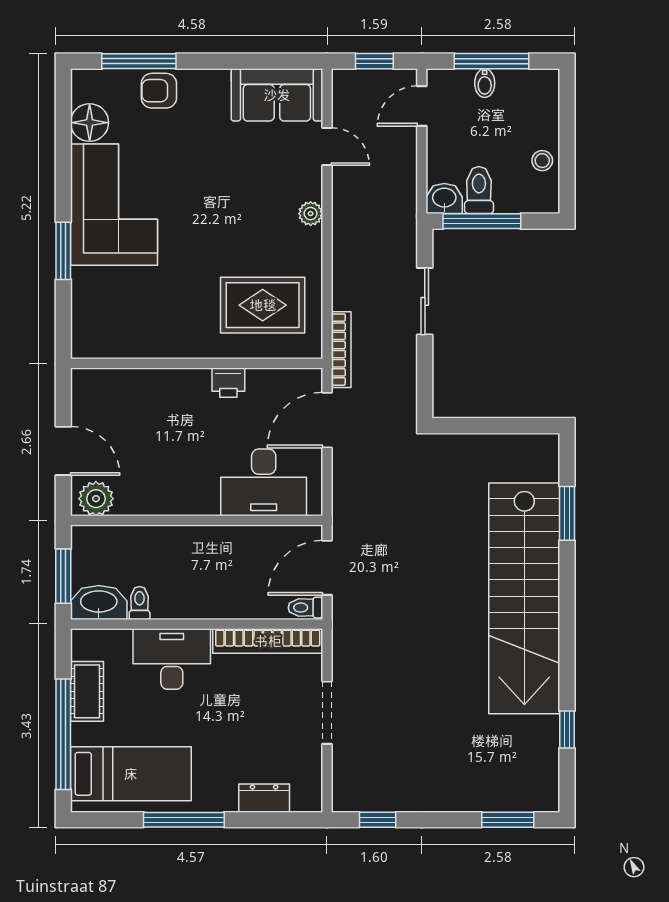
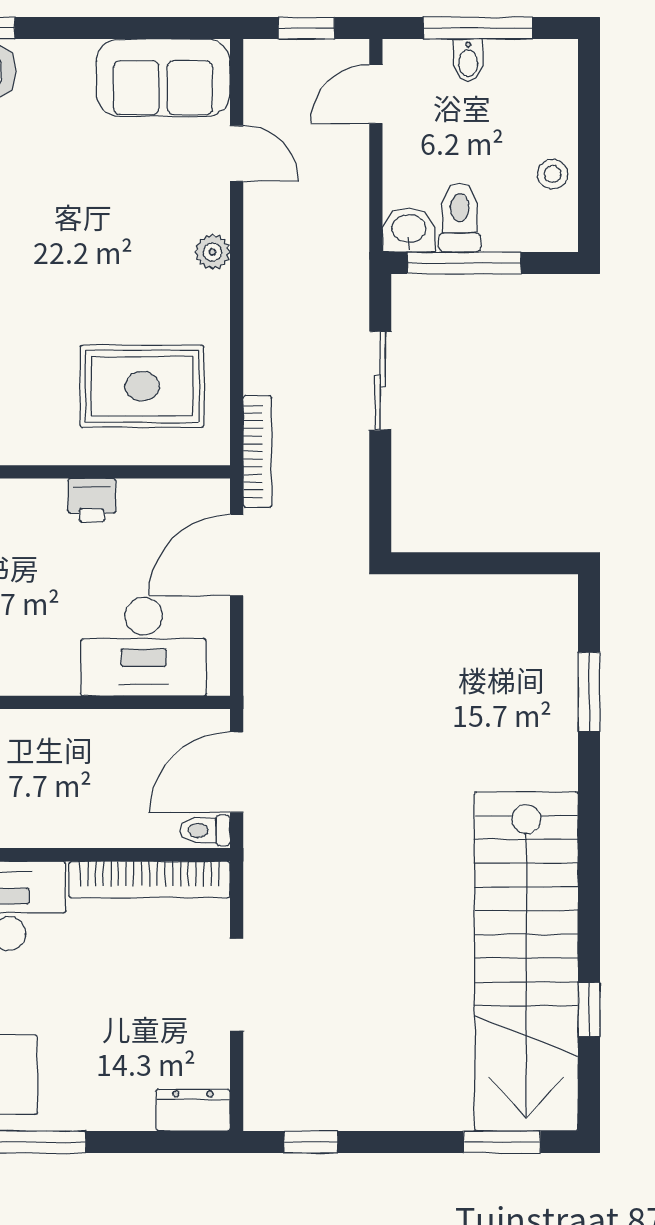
stairs: (524, 598) -> (526, 961), moved
dresser: (264, 798) -> (193, 1110), moved

